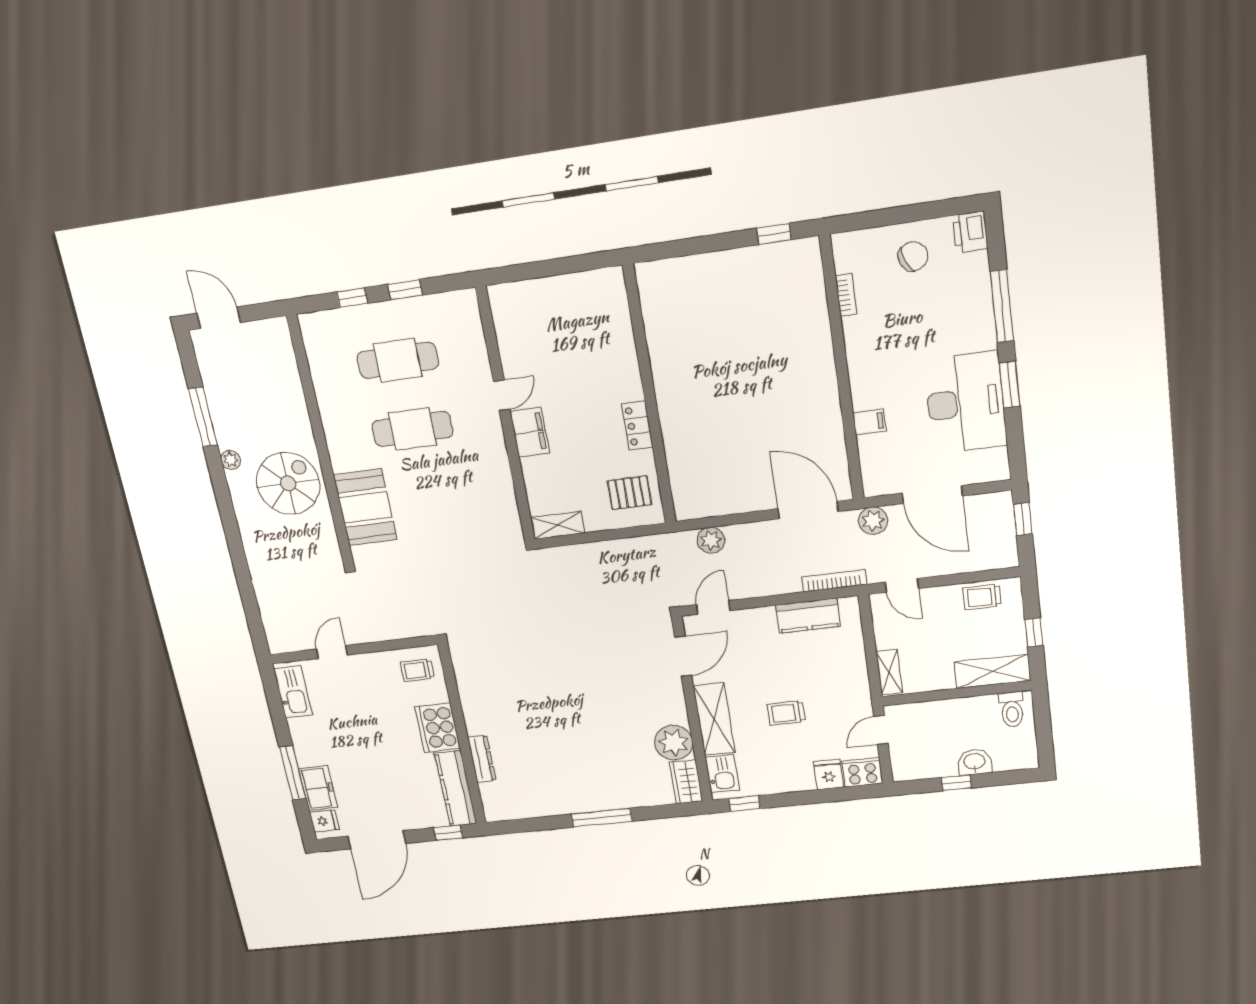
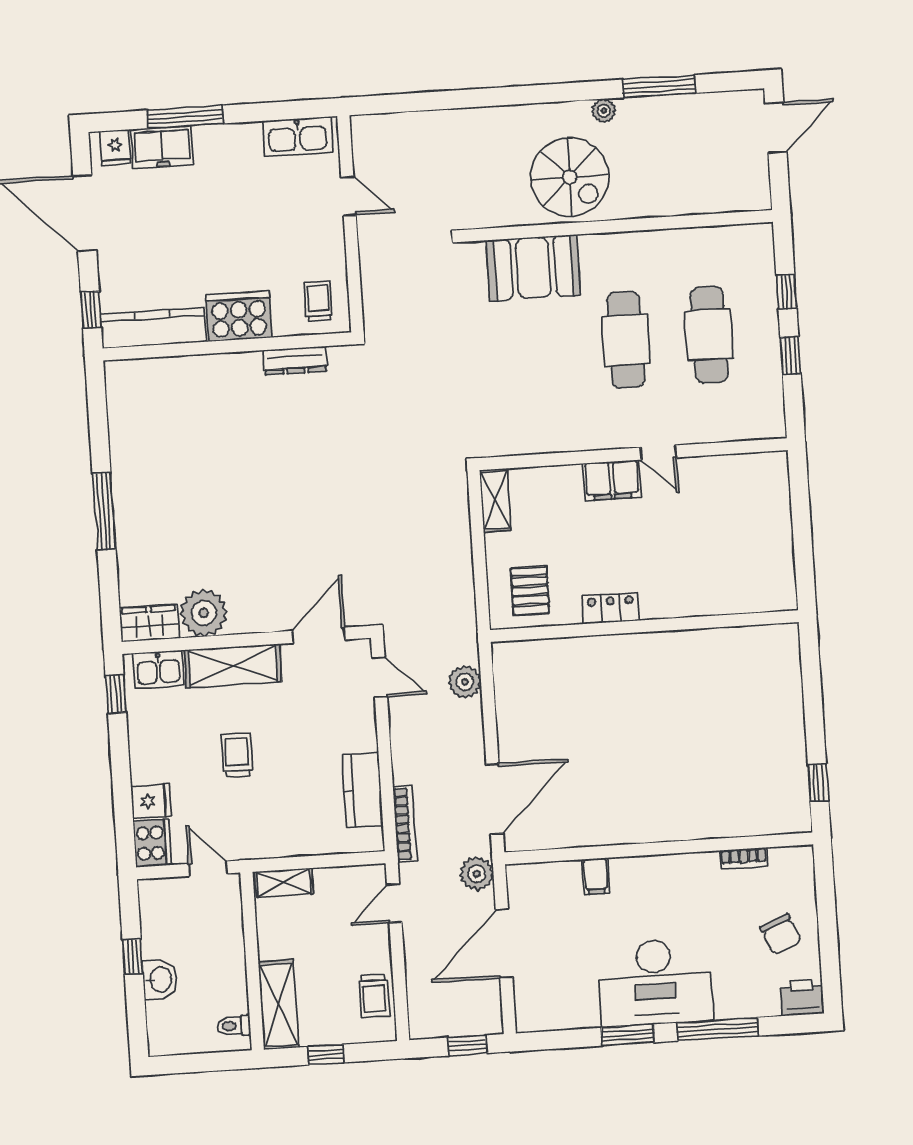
desk: (965, 403) -> (655, 982), moved
trolley: (982, 597) -> (374, 996), turned 180
door: (683, 656) -> (319, 635), swing flipped
toilet: (1012, 710) -> (234, 1026), width x0.73, depth x0.72
dresser: (482, 759) -> (295, 360), moved

